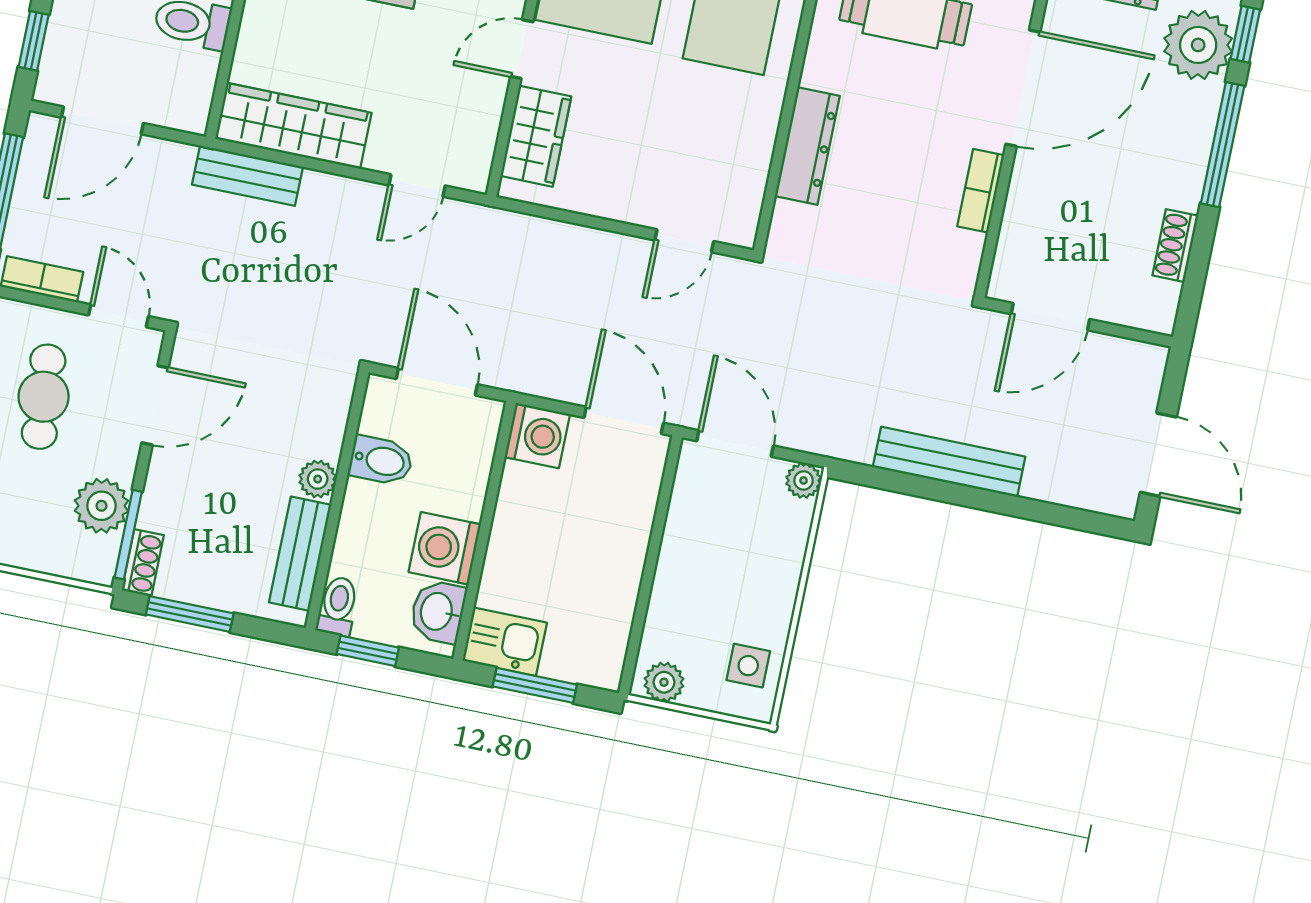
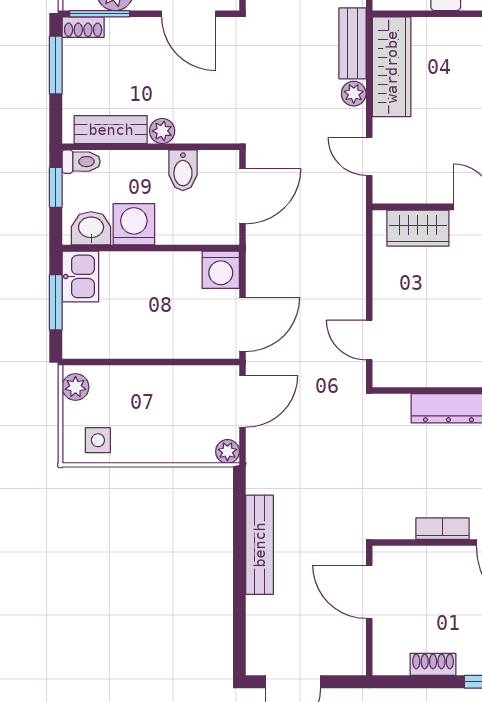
plant: (321, 189) -> (354, 94), added

